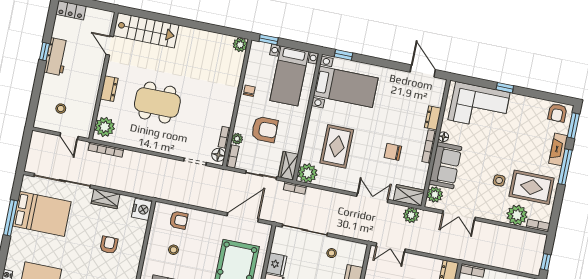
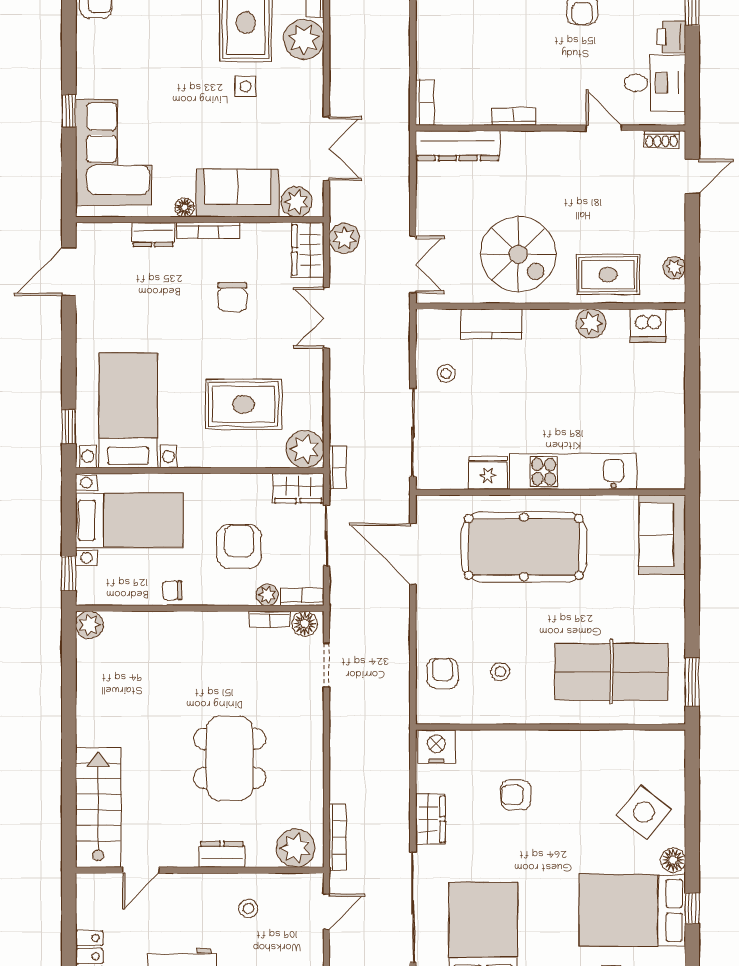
stool: (61, 109) -> (248, 908), moved

